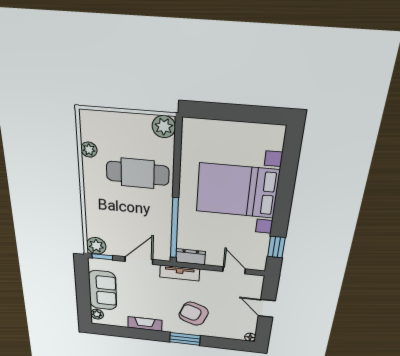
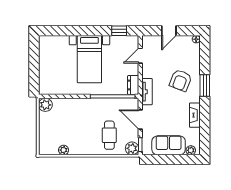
cafe table: (138, 173) -> (109, 135), moved, width x0.73, depth x0.74
bed with nightstands: (237, 191) -> (89, 59), width x0.73

